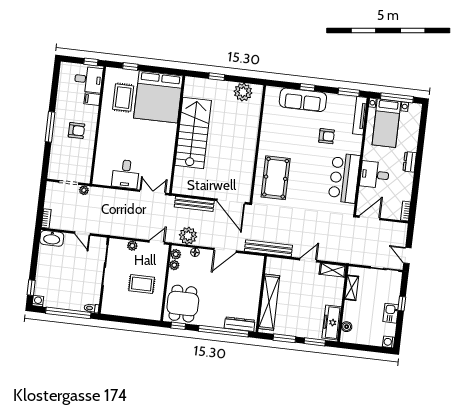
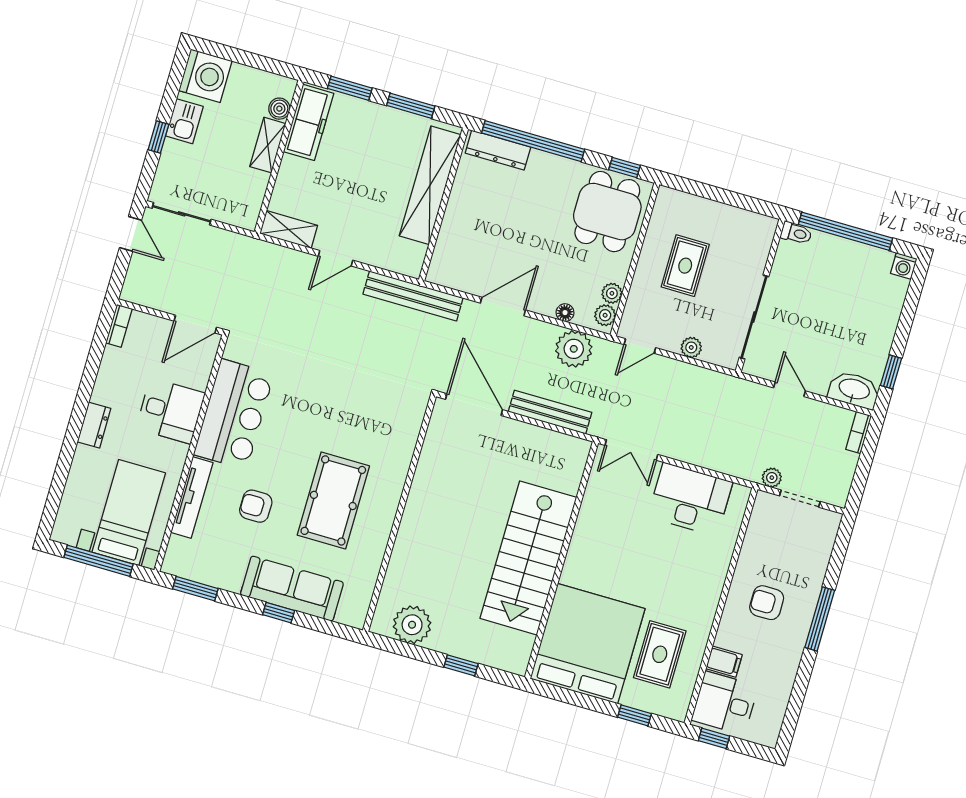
tv unit: (360, 116) -> (192, 498), moved
desk: (126, 174) -> (690, 499), width x1.37
pool table: (276, 178) -> (333, 500), moved
rug: (142, 284) -> (685, 266), turned 90
window: (31, 288) -> (891, 372), moved
shelving: (352, 288) -> (268, 145), moved
washing machine: (389, 342) -> (205, 76), width x1.89, depth x1.89

